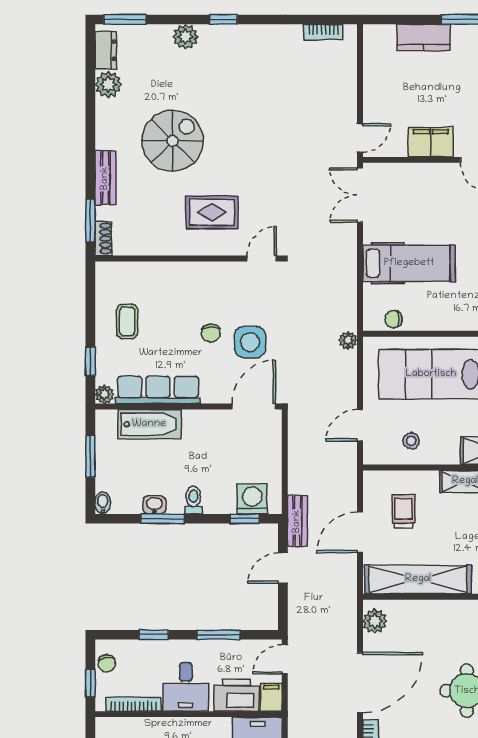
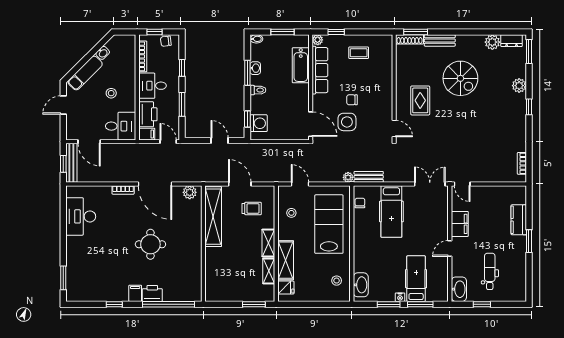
shoe rack: (103, 239) -> (410, 39), width x1.43
bench: (297, 521) -> (369, 177), moved

